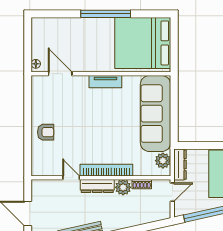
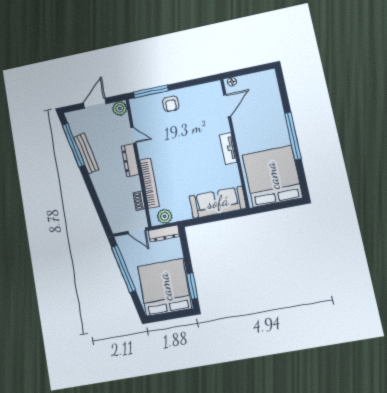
sofa: (156, 114) -> (218, 202), width x0.74, depth x0.79
window: (28, 151) -> (151, 91), added
bookcase: (106, 170) -> (149, 183), moved
door: (71, 178) -> (133, 135), hinge flipped
plant: (123, 187) -> (120, 108), moved

